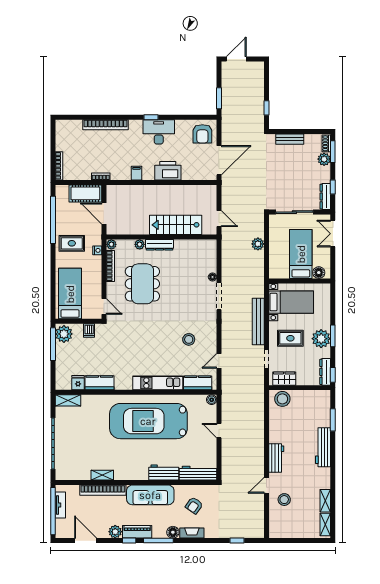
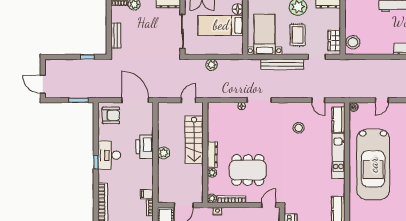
filing cabinet: (136, 173) -> (147, 194), moved
plant: (161, 191) -> (164, 153), added

